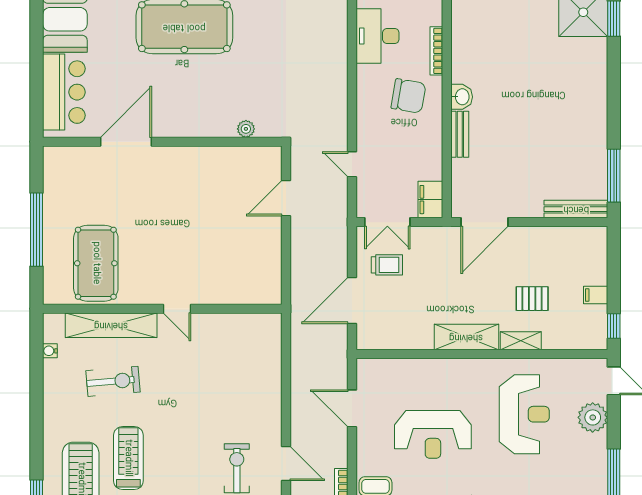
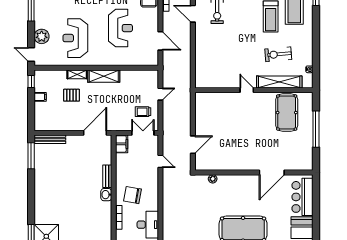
door: (352, 301) -> (160, 94), width x0.53
reception desk: (433, 434) -> (120, 28), turned 90

